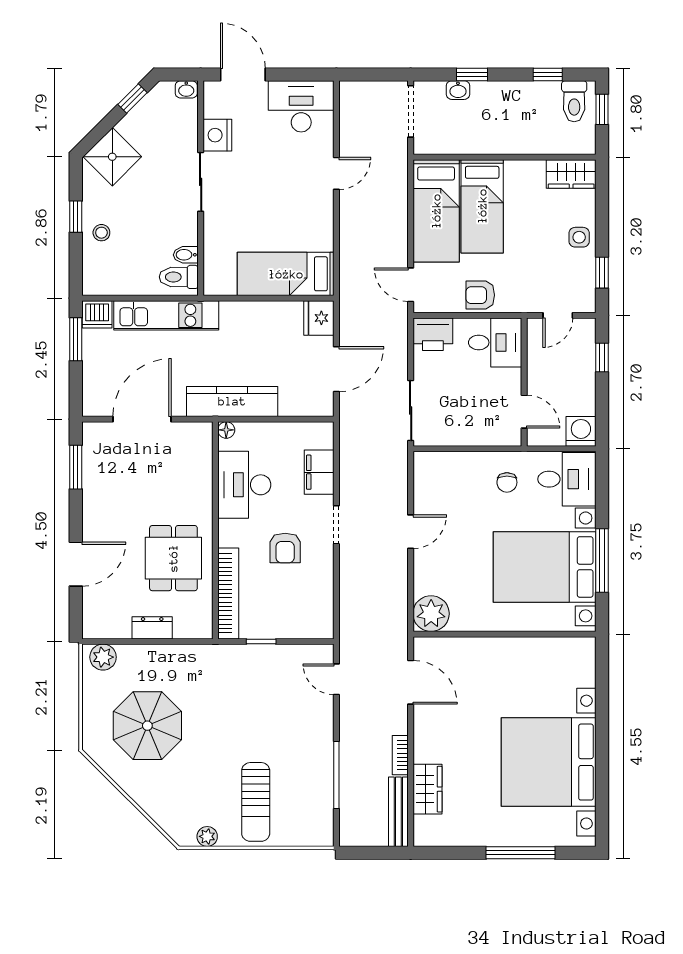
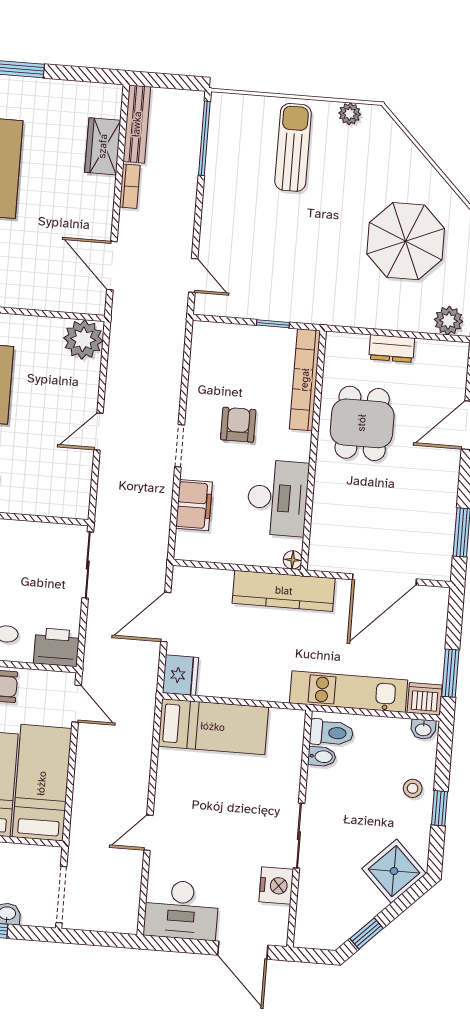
washbasin: (186, 89) -> (423, 729), moved, turned 180
window: (336, 775) -> (204, 138), moved

